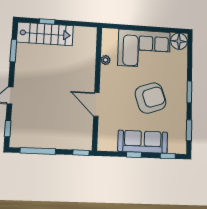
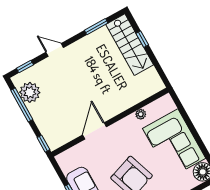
plant: (32, 138) -> (30, 92), added

